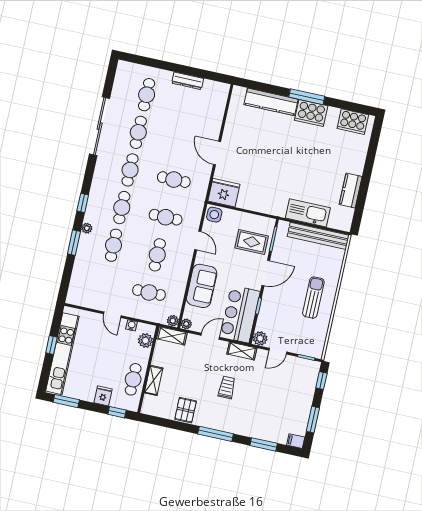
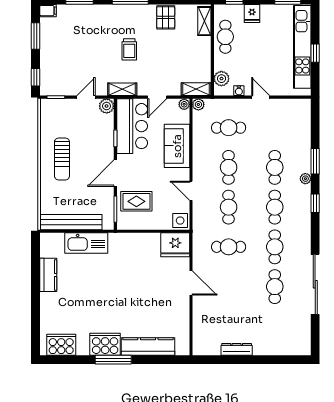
cafe table: (147, 95) -> (275, 326), removed
cafe table: (166, 217) -> (229, 207), turned 90
shelving: (154, 380) -> (204, 21), moved

